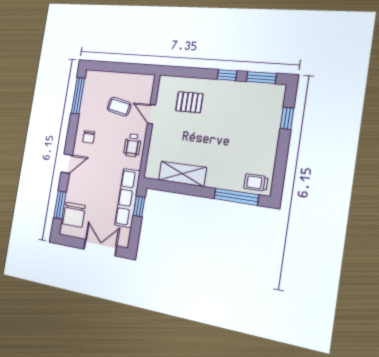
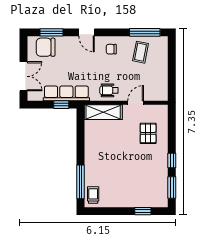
coffee table: (119, 107) -> (141, 52), moved
shelving: (182, 174) -> (103, 112), moved, turned 90

